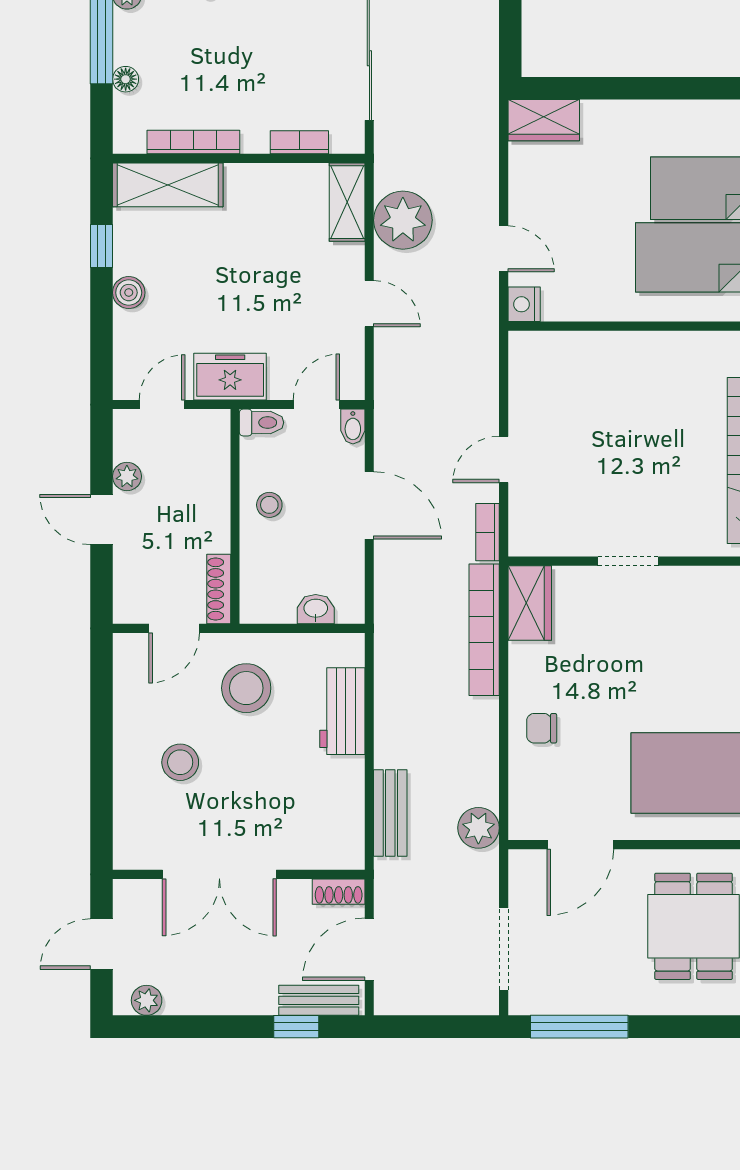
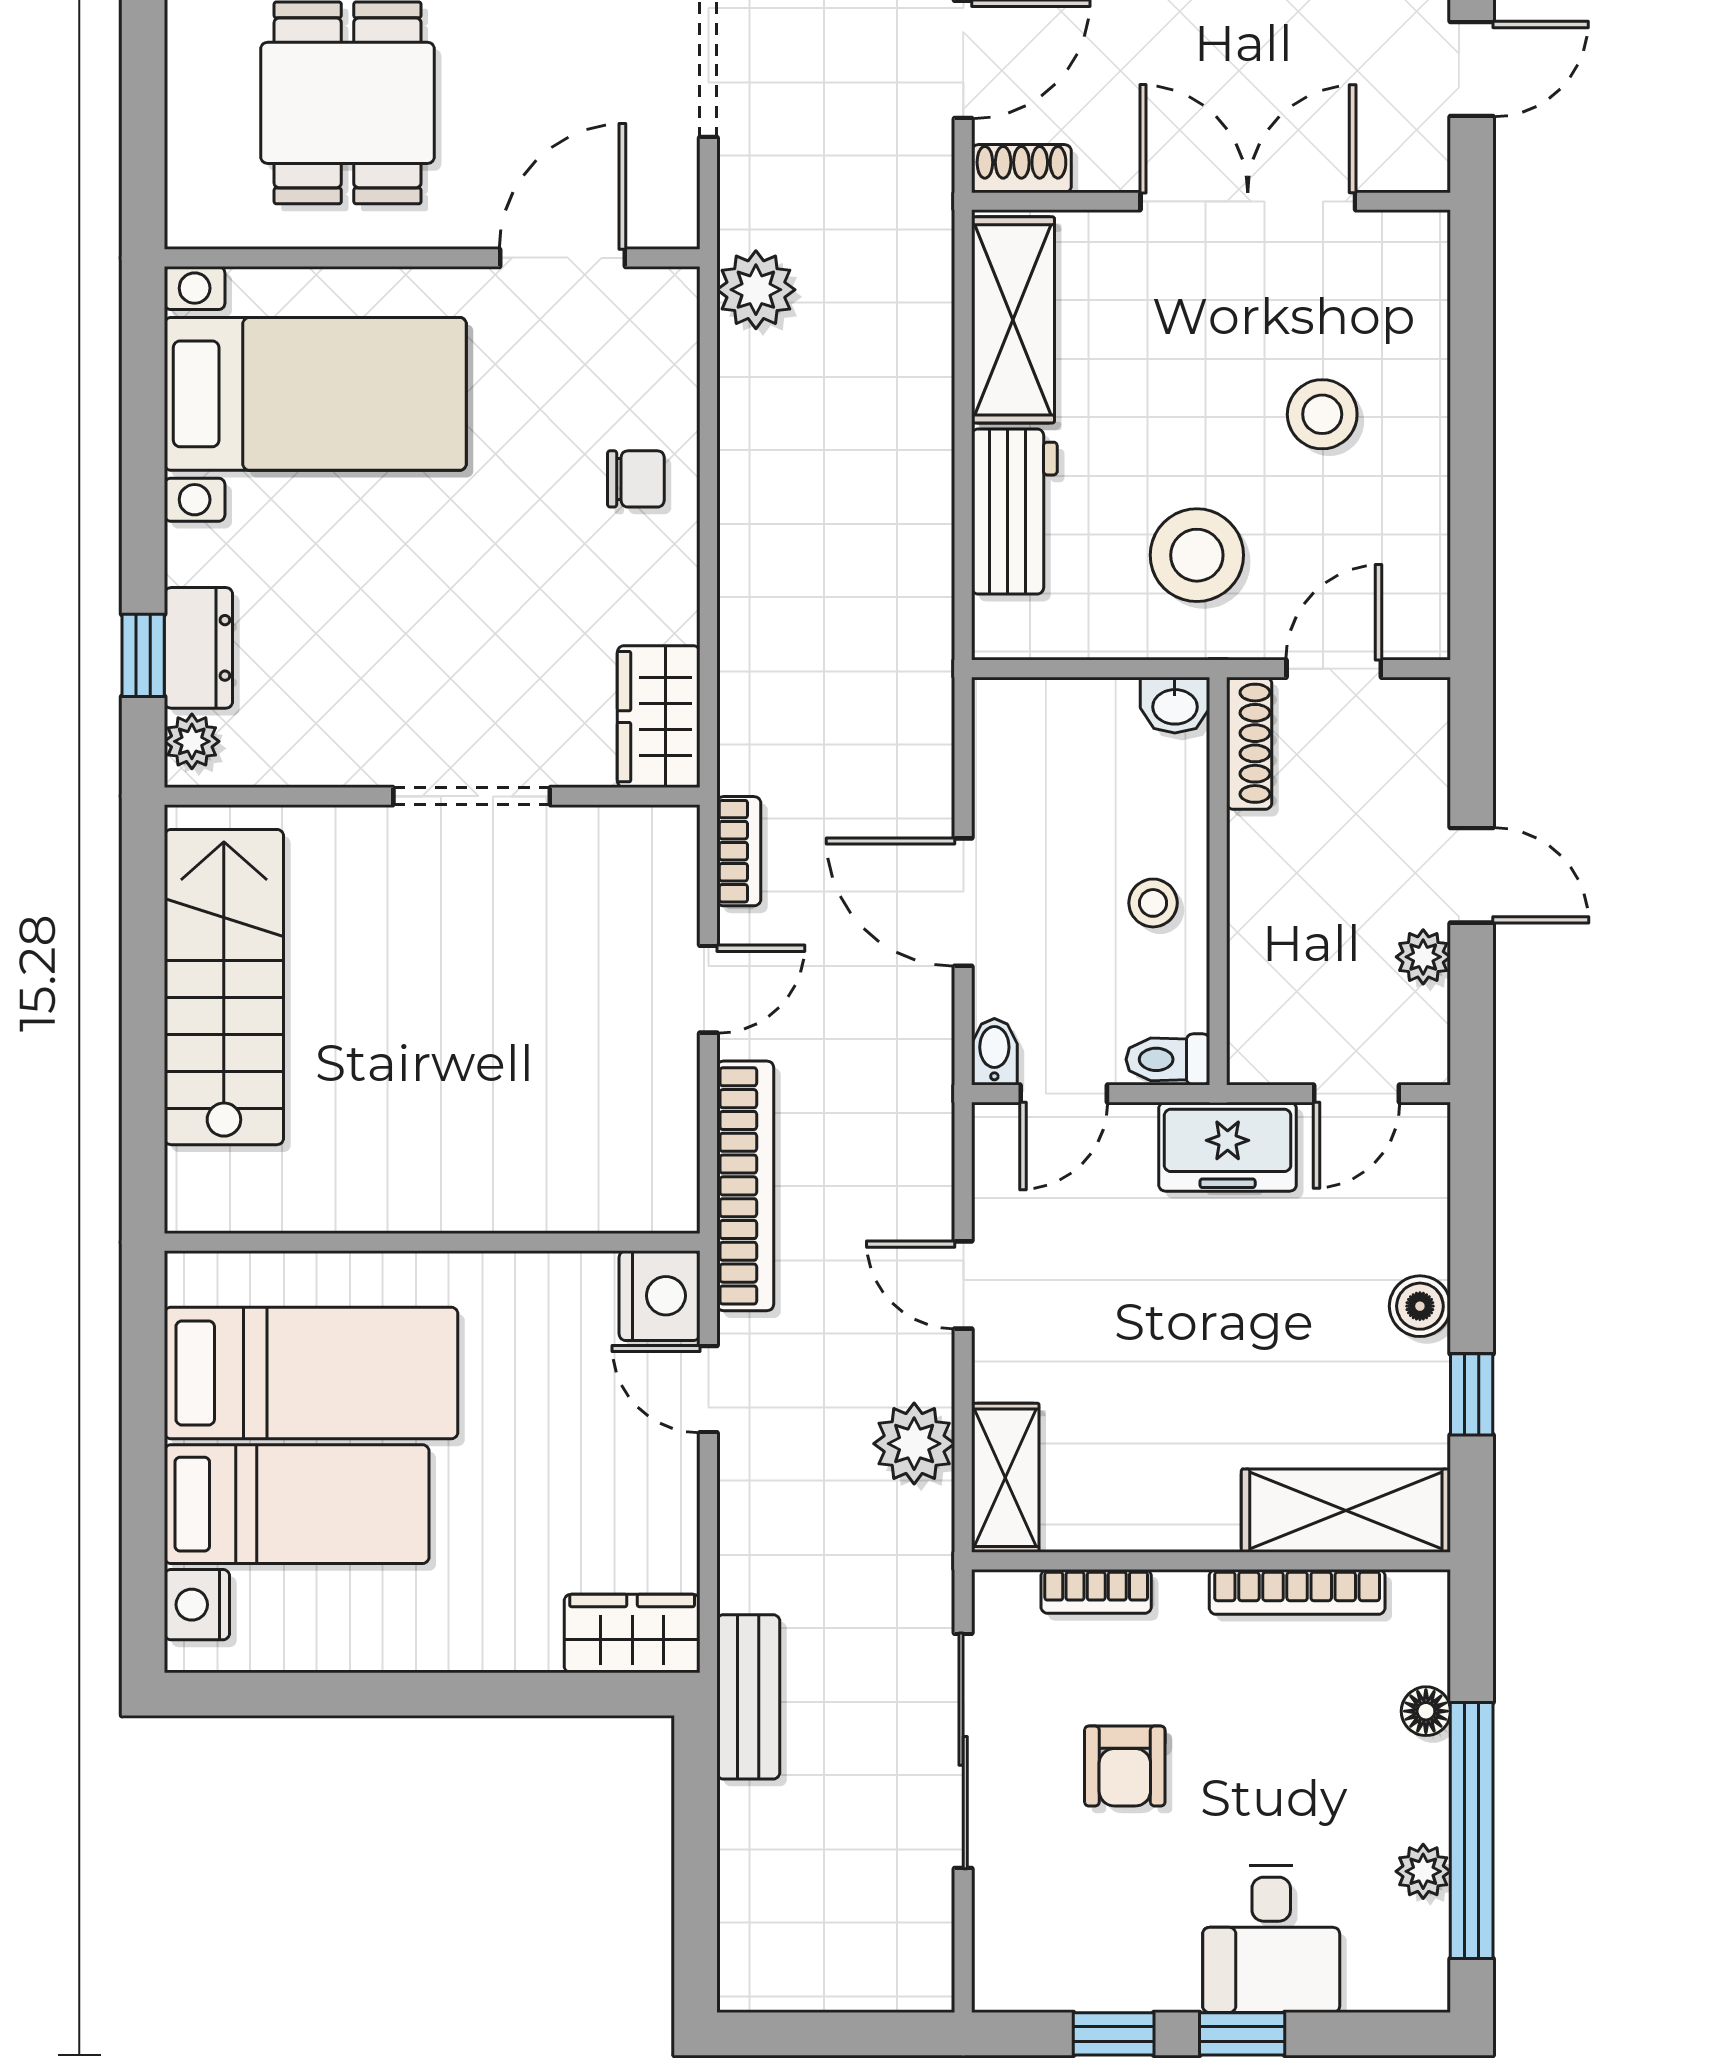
armchair: (284, 50) -> (1125, 1766), added
plant: (403, 220) -> (914, 1444), width x0.73, depth x0.73
nightstand: (524, 304) -> (660, 1296), width x1.36, depth x1.33
doorway: (628, 561) -> (472, 796), width x1.38
washbasin: (316, 609) -> (1175, 705), moved
bookcase: (484, 630) -> (745, 1186), moved
shelving: (343, 812) -> (1013, 320), added
bench: (390, 813) -> (748, 1697), moved

